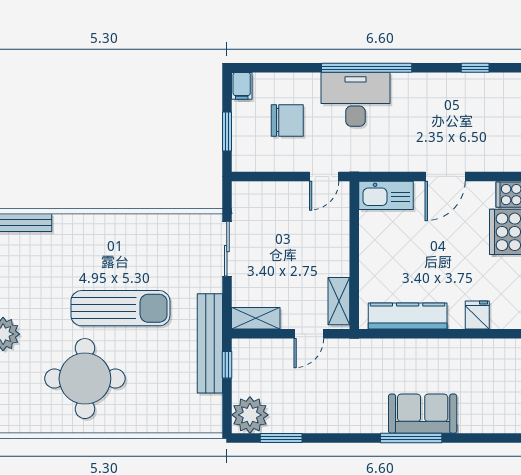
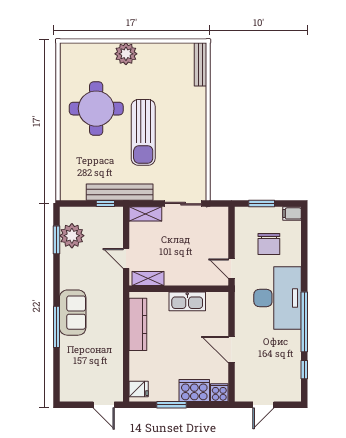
window: (367, 68) -> (304, 322), moved
desk: (355, 99) -> (278, 298), width x1.36, depth x1.30
kitchen sink: (386, 195) -> (187, 301), moved, turned -90
fridge: (477, 315) -> (139, 389), moved
shelving: (256, 318) -> (145, 214), moved, turned 90
sofa: (423, 414) -> (73, 313), moved
plant: (250, 415) -> (72, 236), moved

